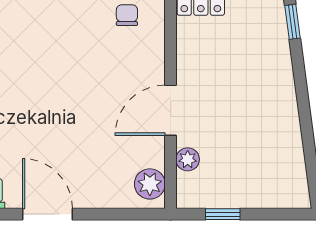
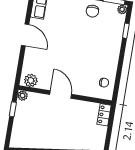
plant: (188, 159) -> (23, 96), moved
door: (47, 214) -> (25, 35), hinge flipped

